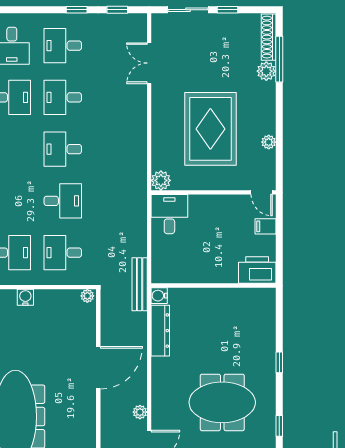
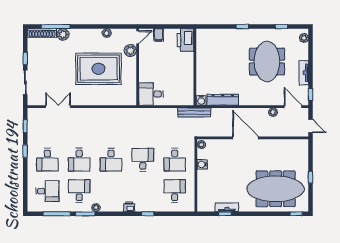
double door: (149, 63) -> (58, 107), swing flipped
plant: (161, 180) -> (130, 51), moved
water cooler: (25, 297) -> (202, 164), moved

